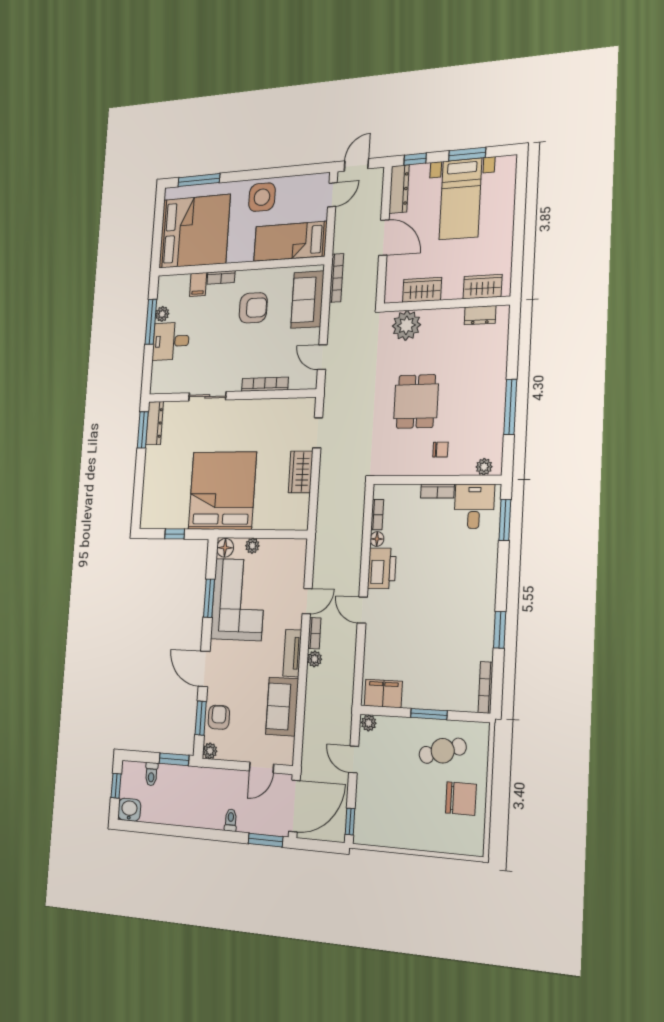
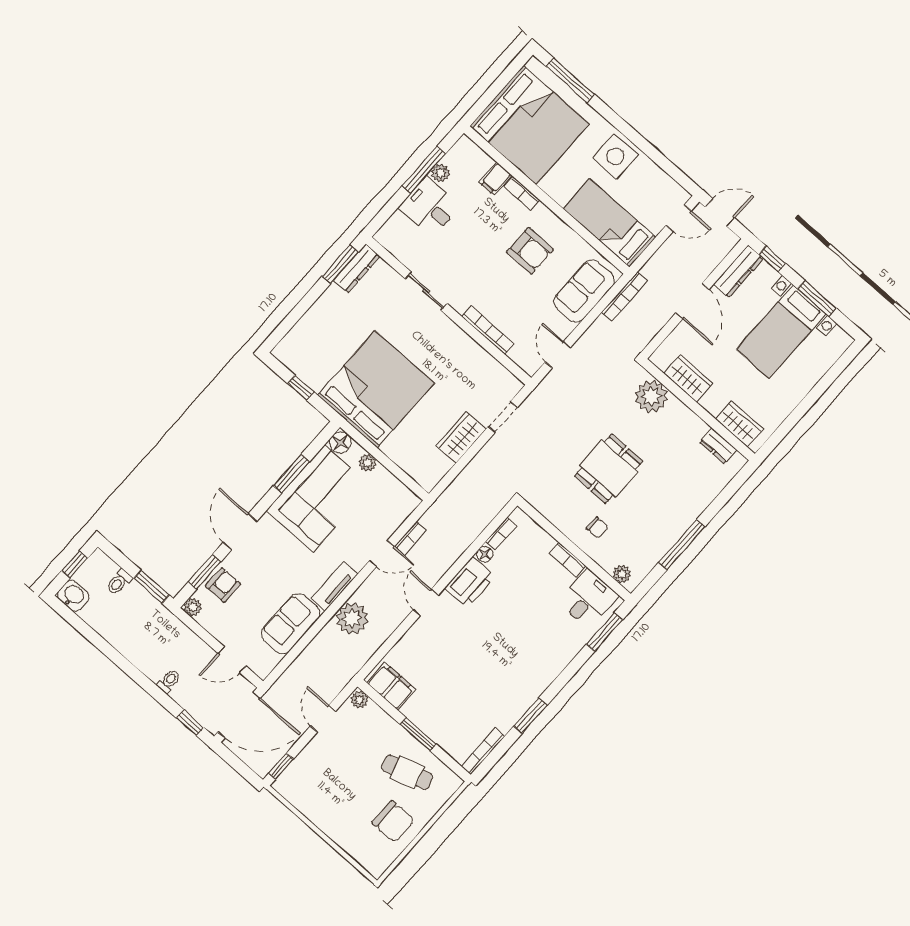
bookcase: (314, 633) -> (410, 538), moved
plant: (315, 659) -> (352, 619), width x1.87, depth x1.87
window: (266, 840) -> (190, 723), width x0.67

